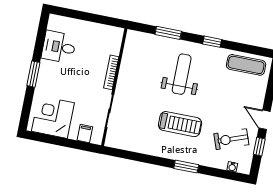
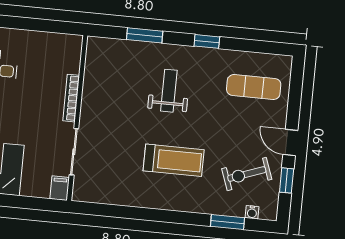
exercise mat: (246, 65) -> (254, 87), moved
weight bench: (182, 74) -> (169, 91), width x0.73, depth x0.75
filing cabinet: (85, 134) -> (60, 188), moved
window: (186, 167) -> (228, 222), moved

